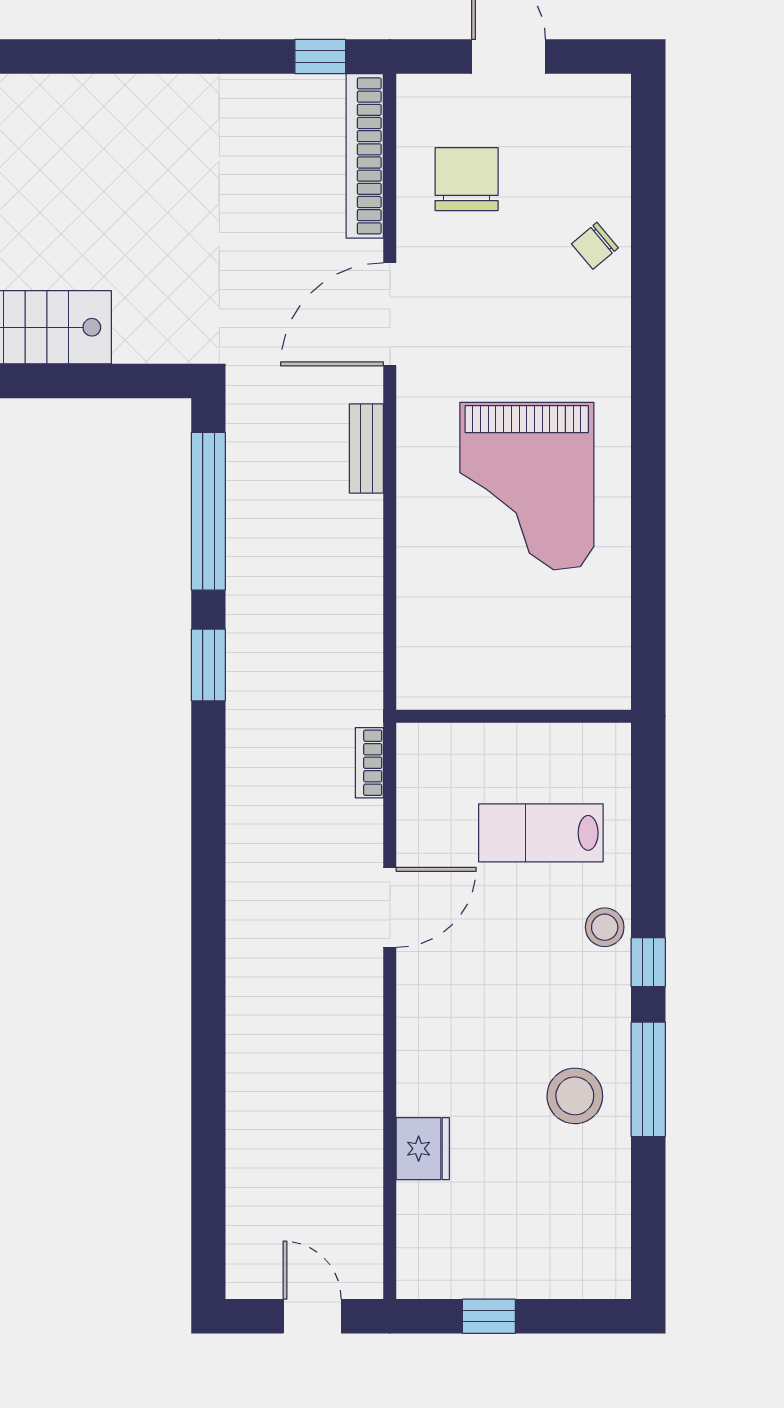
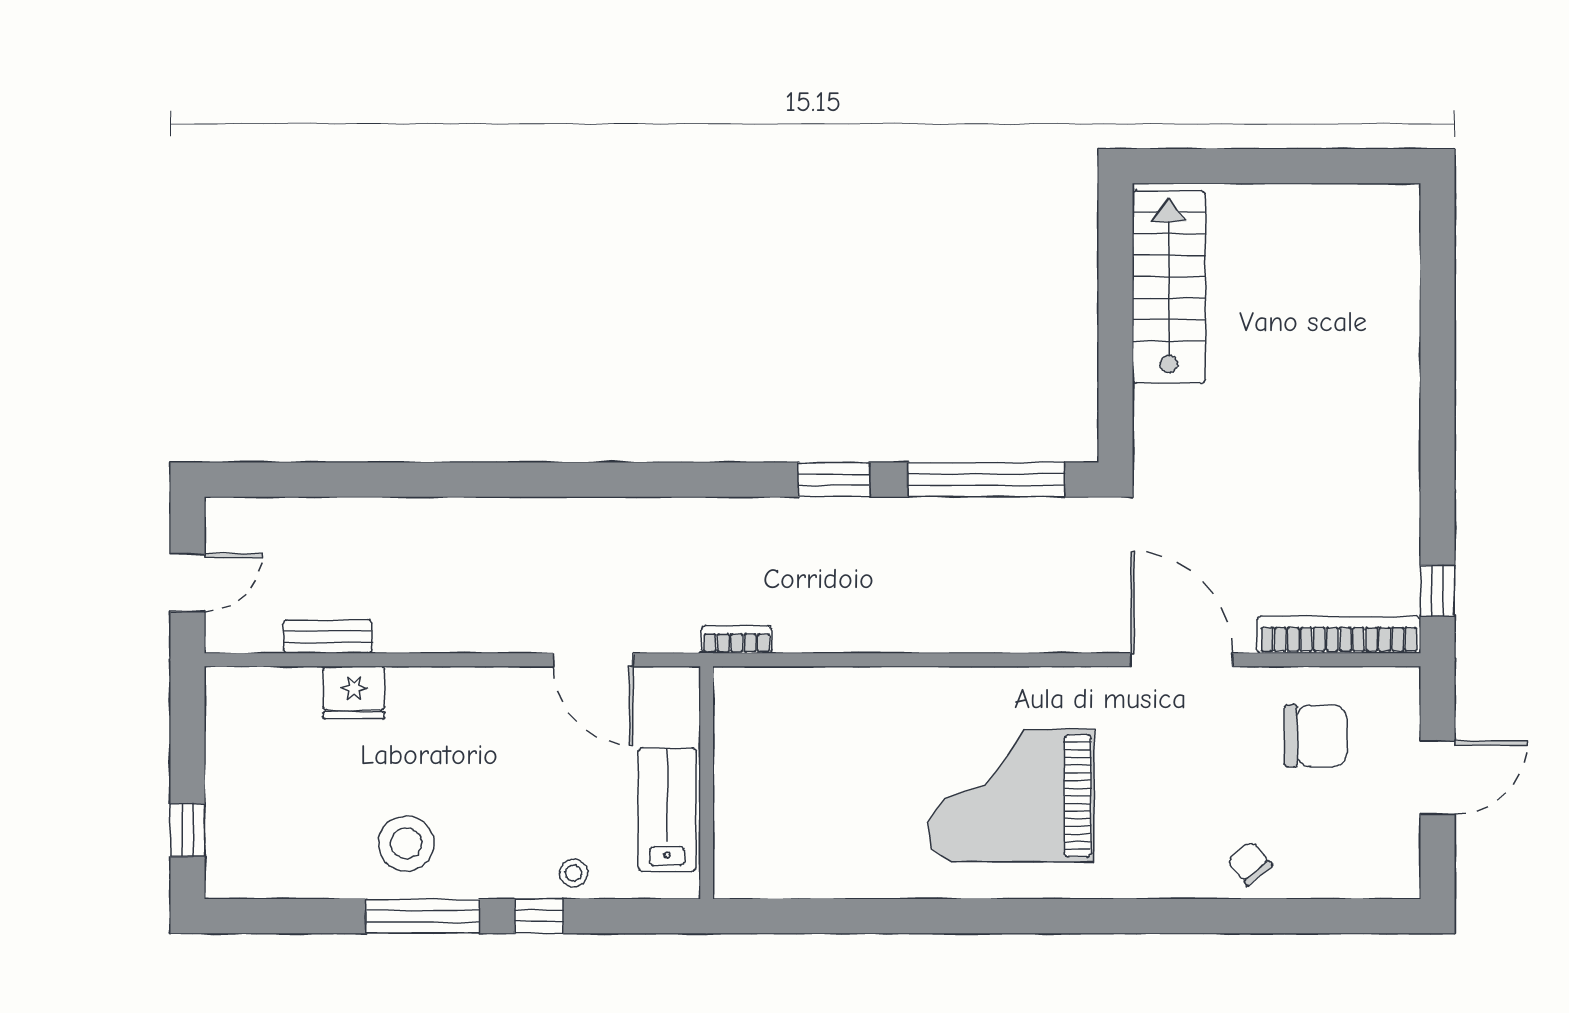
bench: (366, 449) -> (328, 637), moved
wall: (514, 716) -> (707, 783), moved
stool: (605, 927) -> (574, 873), width x0.73, depth x0.73
window: (489, 1316) -> (188, 830), moved

